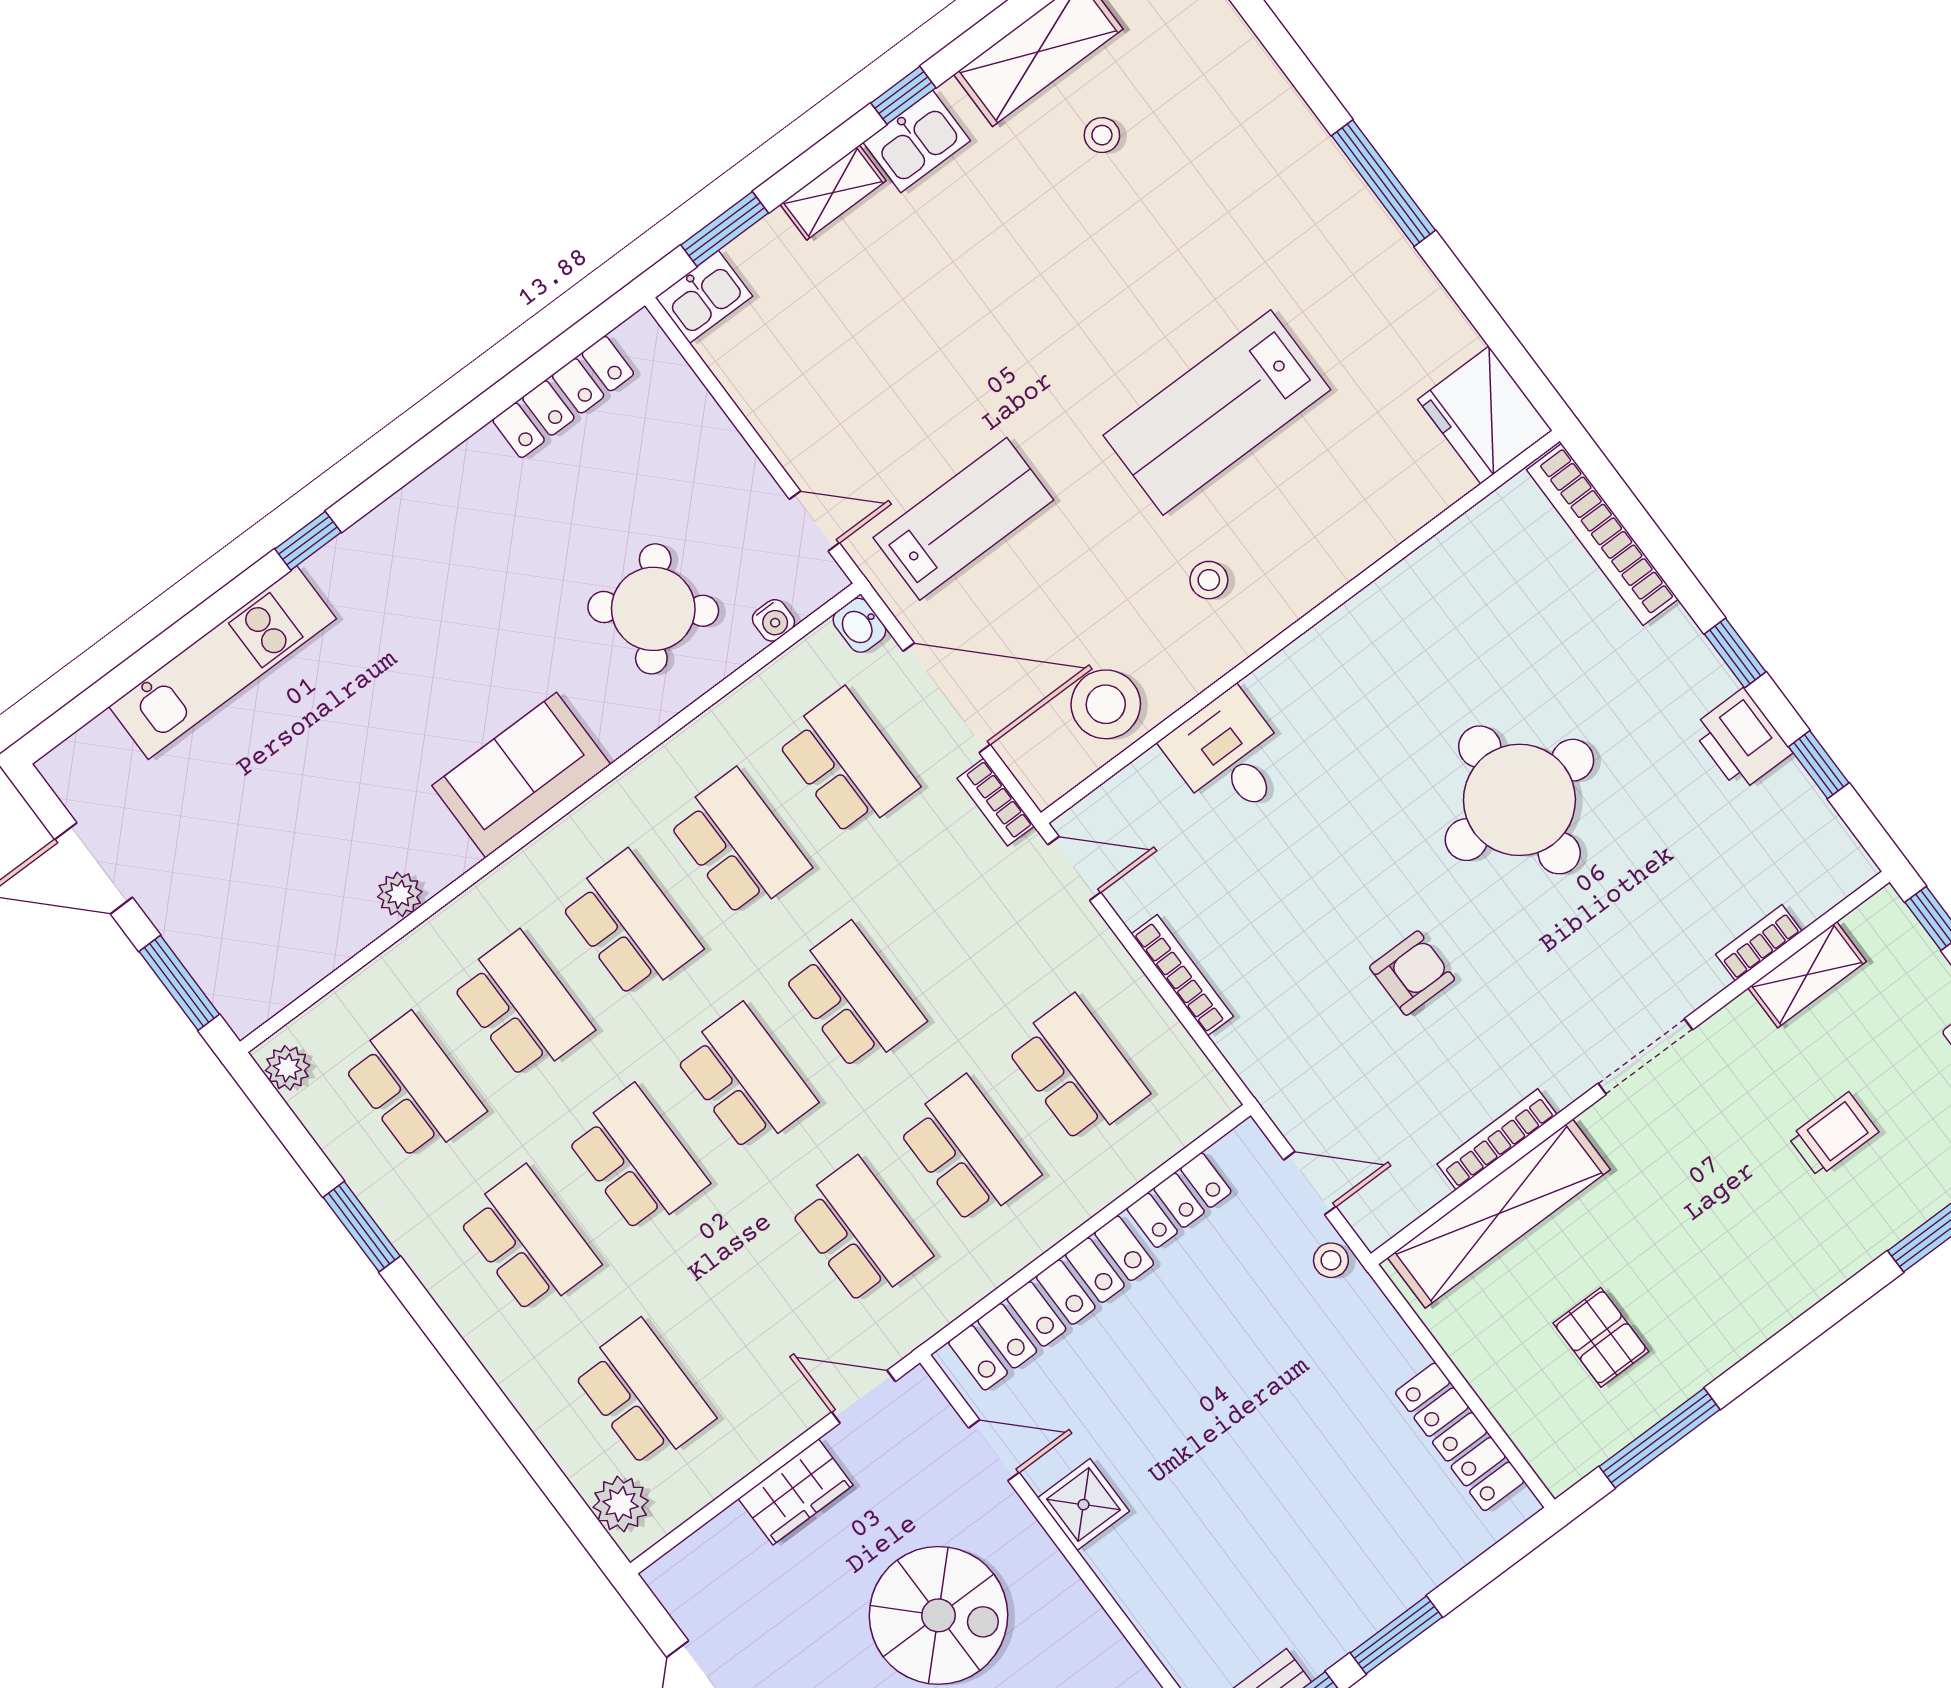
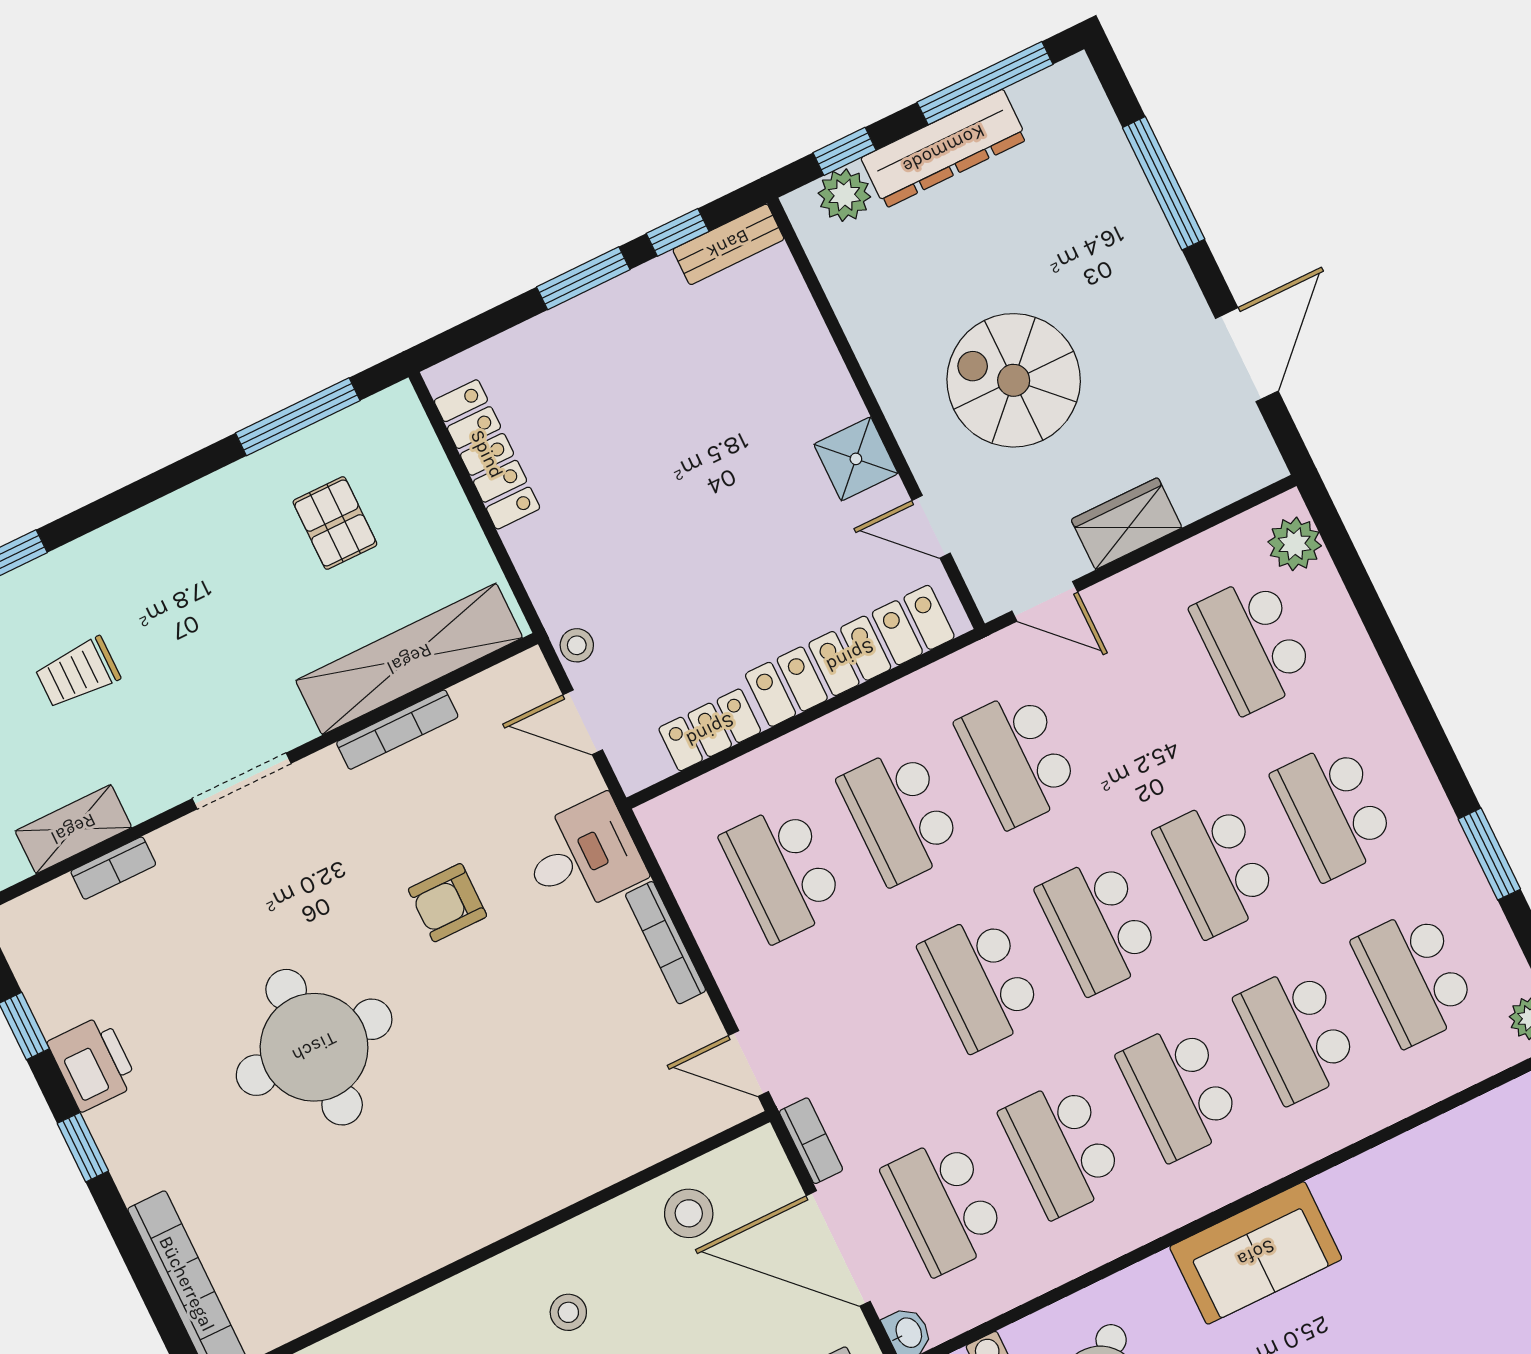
stool: (1106, 704) -> (689, 1213), width x0.73, depth x0.73
desk: (1229, 756) -> (583, 856), moved, turned -90
plant: (400, 894) -> (1393, 1162), removed

